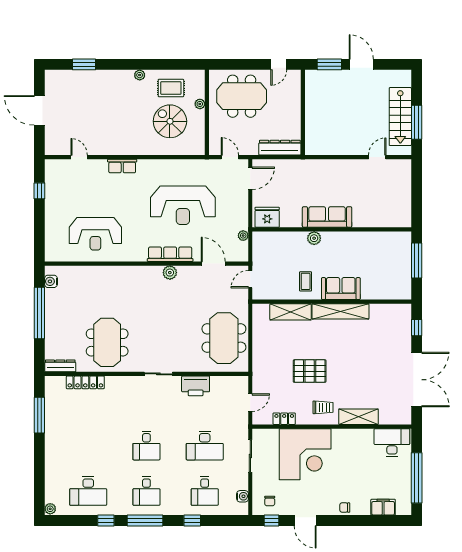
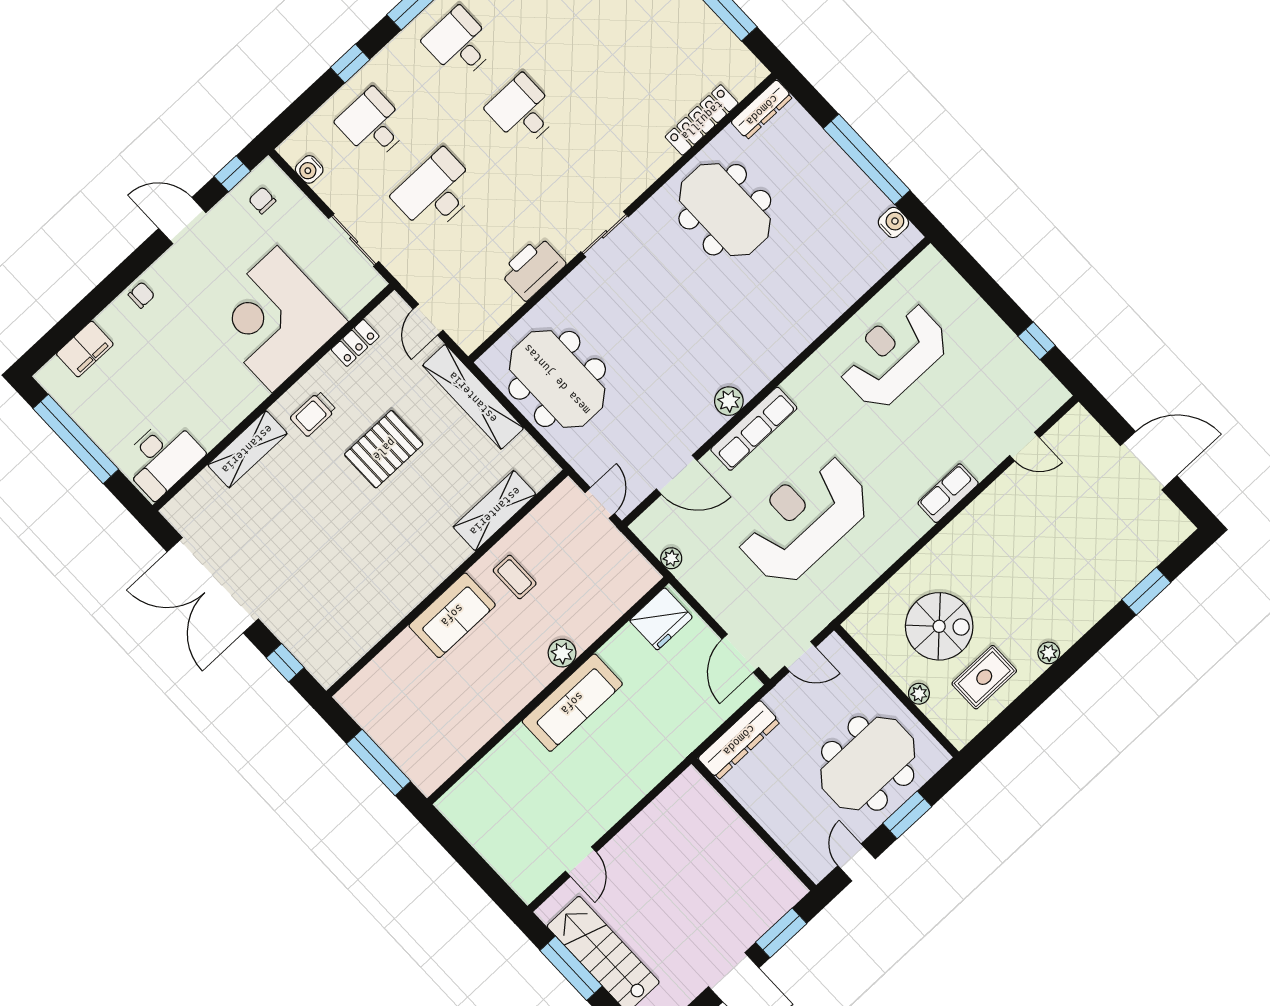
window: (245, 64) -> (907, 815), added
shelving: (340, 311) -> (473, 397), moved, turned 90

